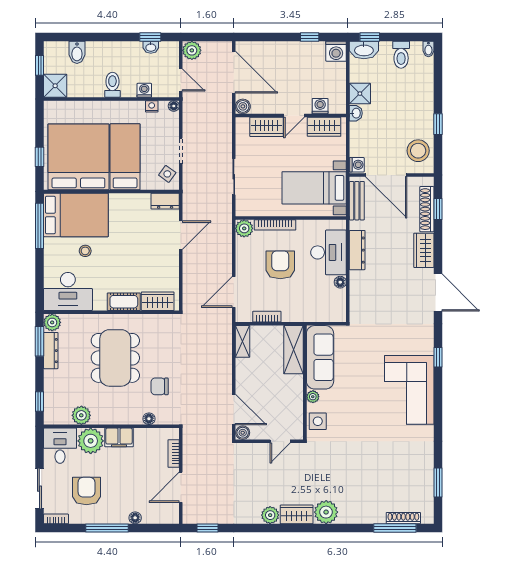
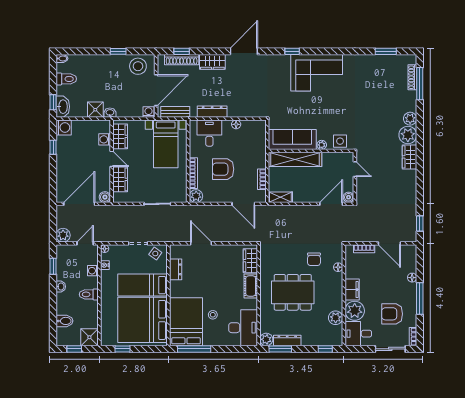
washbasin: (151, 47) -> (61, 287), moved
window: (39, 157) -> (123, 349), moved
dresser: (165, 201) -> (176, 269), moved
desk: (329, 252) -> (209, 133), width x0.73
shelving: (293, 350) -> (295, 159), width x1.47
plant: (270, 515) -> (410, 119), moved

